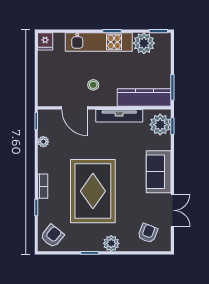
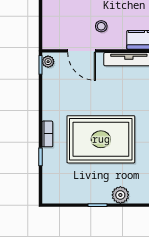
plant: (43, 142) -> (48, 62), moved
rug: (93, 191) -> (101, 139), turned 90
armchair: (52, 236) -> (58, 187), removed

